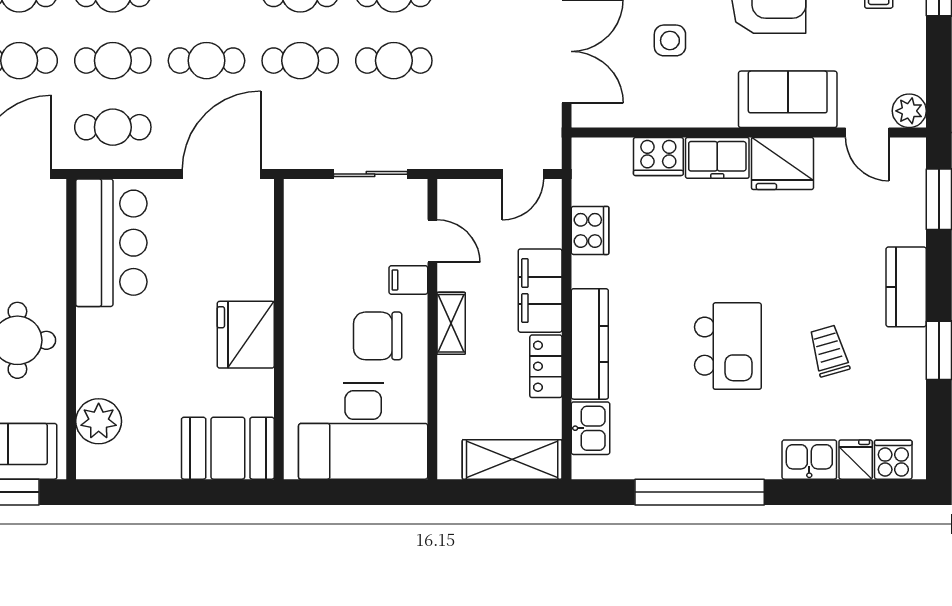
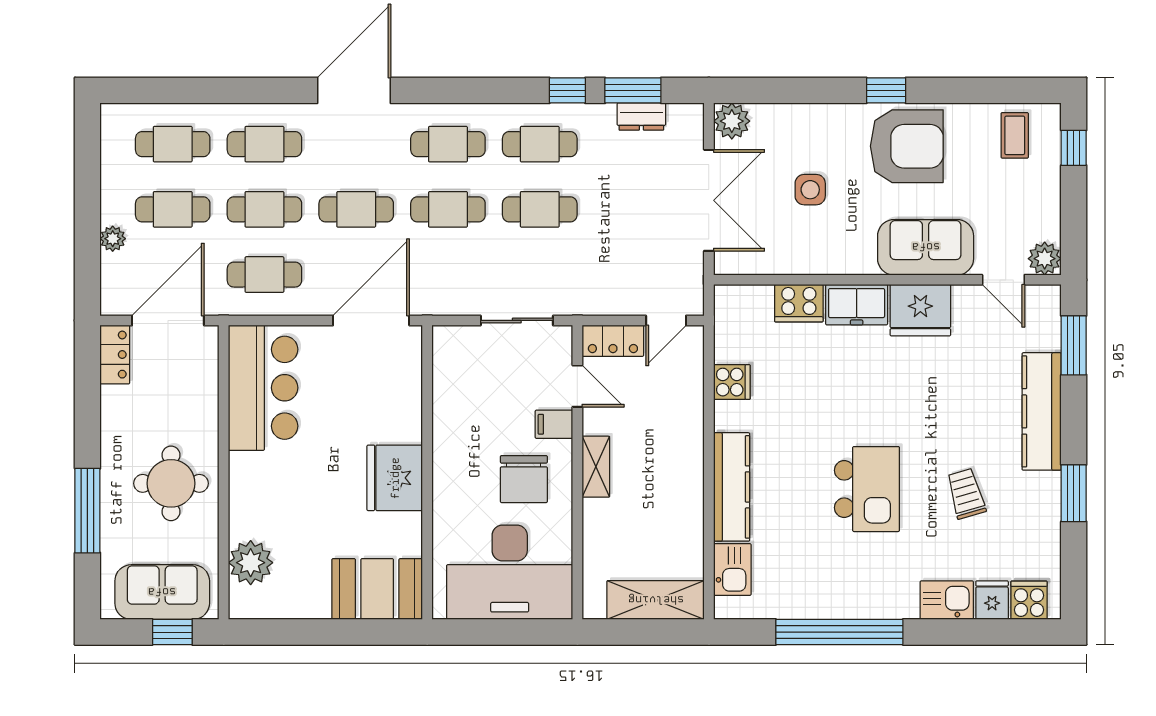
cooker: (590, 230) -> (732, 382), width x0.73
kitchen counter: (906, 287) -> (1042, 411), width x1.50
filing cabinet: (540, 291) -> (683, 435), removed
chair: (378, 336) -> (524, 479), turned -90
locker: (546, 366) -> (613, 341), moved, turned -90

